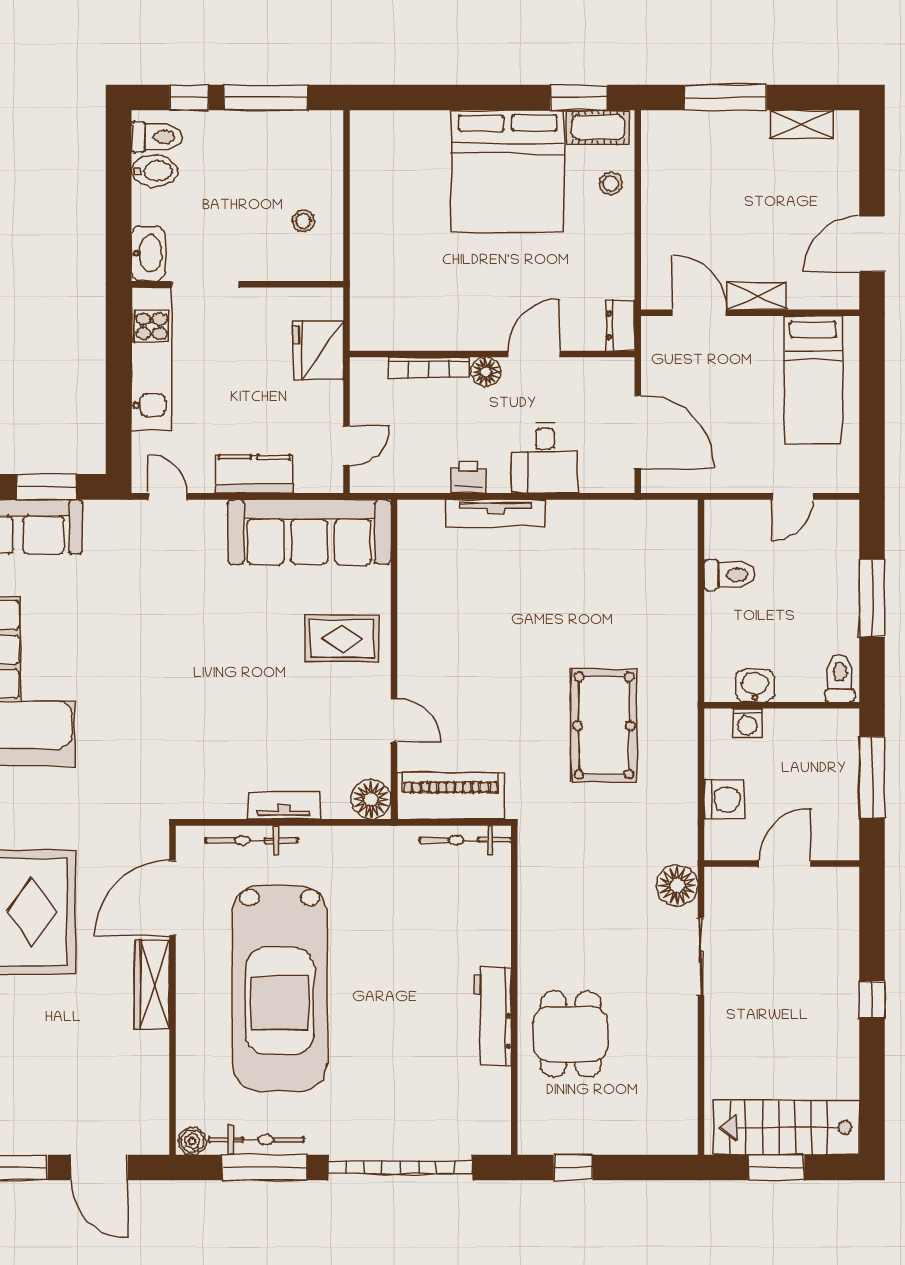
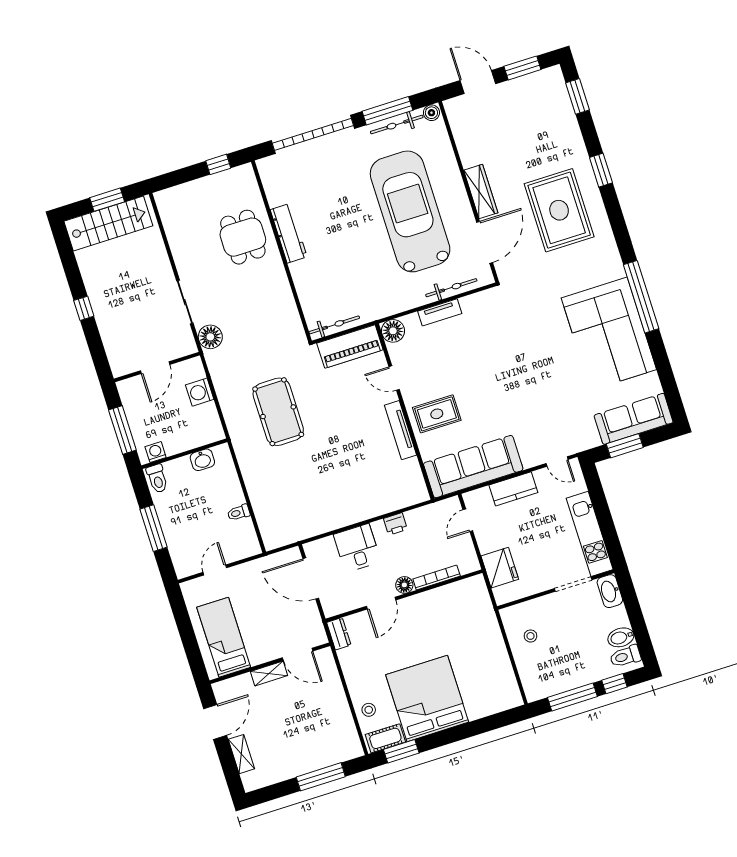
shelving: (802, 124) -> (241, 754), moved, turned 90
tv unit: (496, 513) -> (400, 430), moved, turned -90
toilet: (730, 575) -> (239, 513), width x0.73, depth x0.72
washing machine: (747, 723) -> (156, 452), moved

